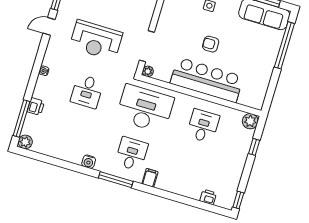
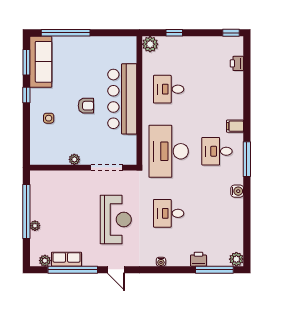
armchair: (211, 44) -> (86, 106), turned -90
plant: (148, 71) -> (74, 159), moved
desk: (87, 91) -> (169, 213), turned 180

